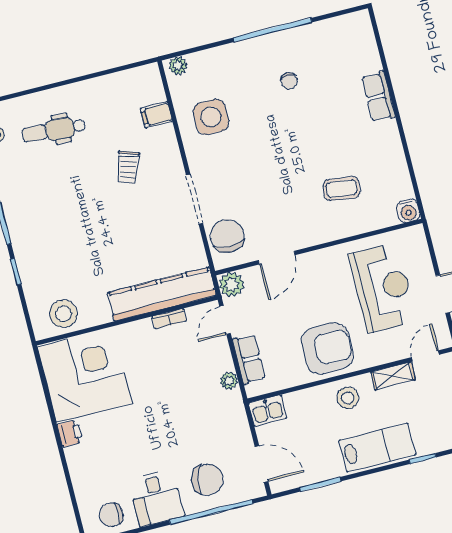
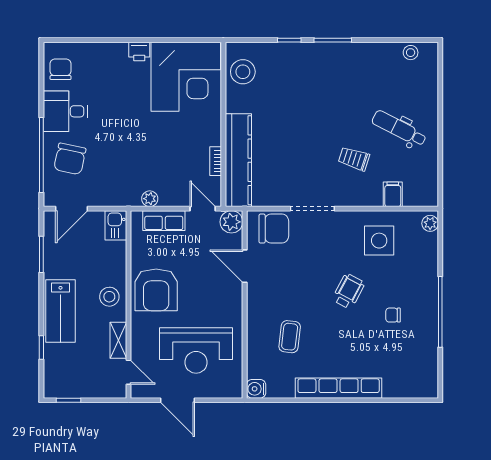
row of seats: (378, 97) -> (339, 388), width x2.02
dental chair: (54, 130) -> (399, 129), moved, turned -67
wheelchair: (275, 137) -> (348, 291), added

